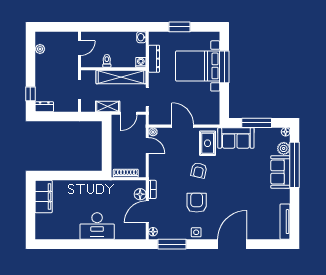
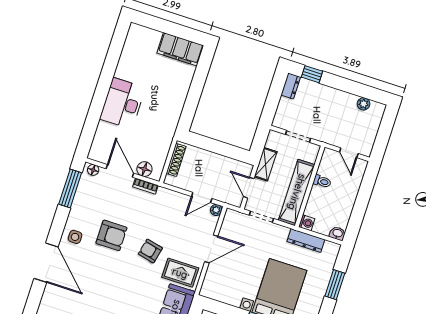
side table: (196, 232) -> (75, 237), moved

